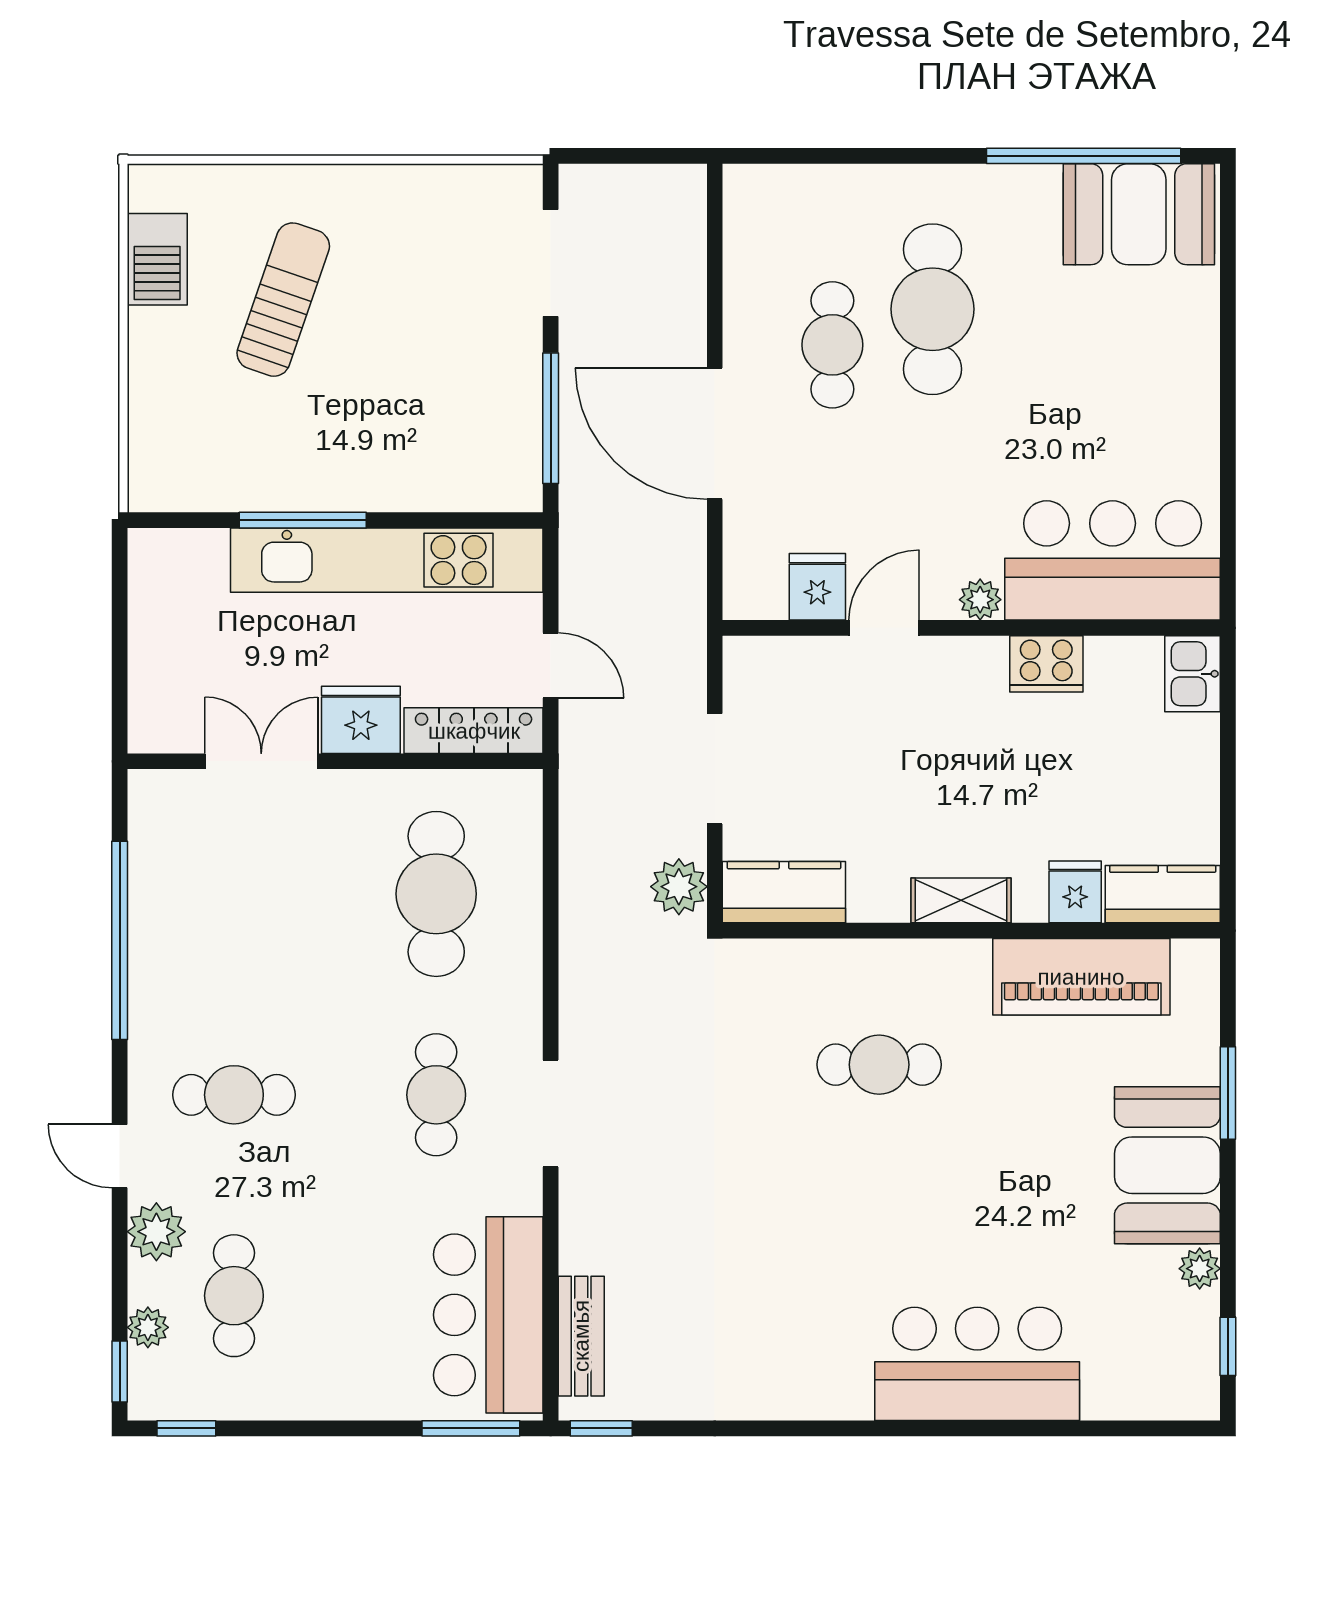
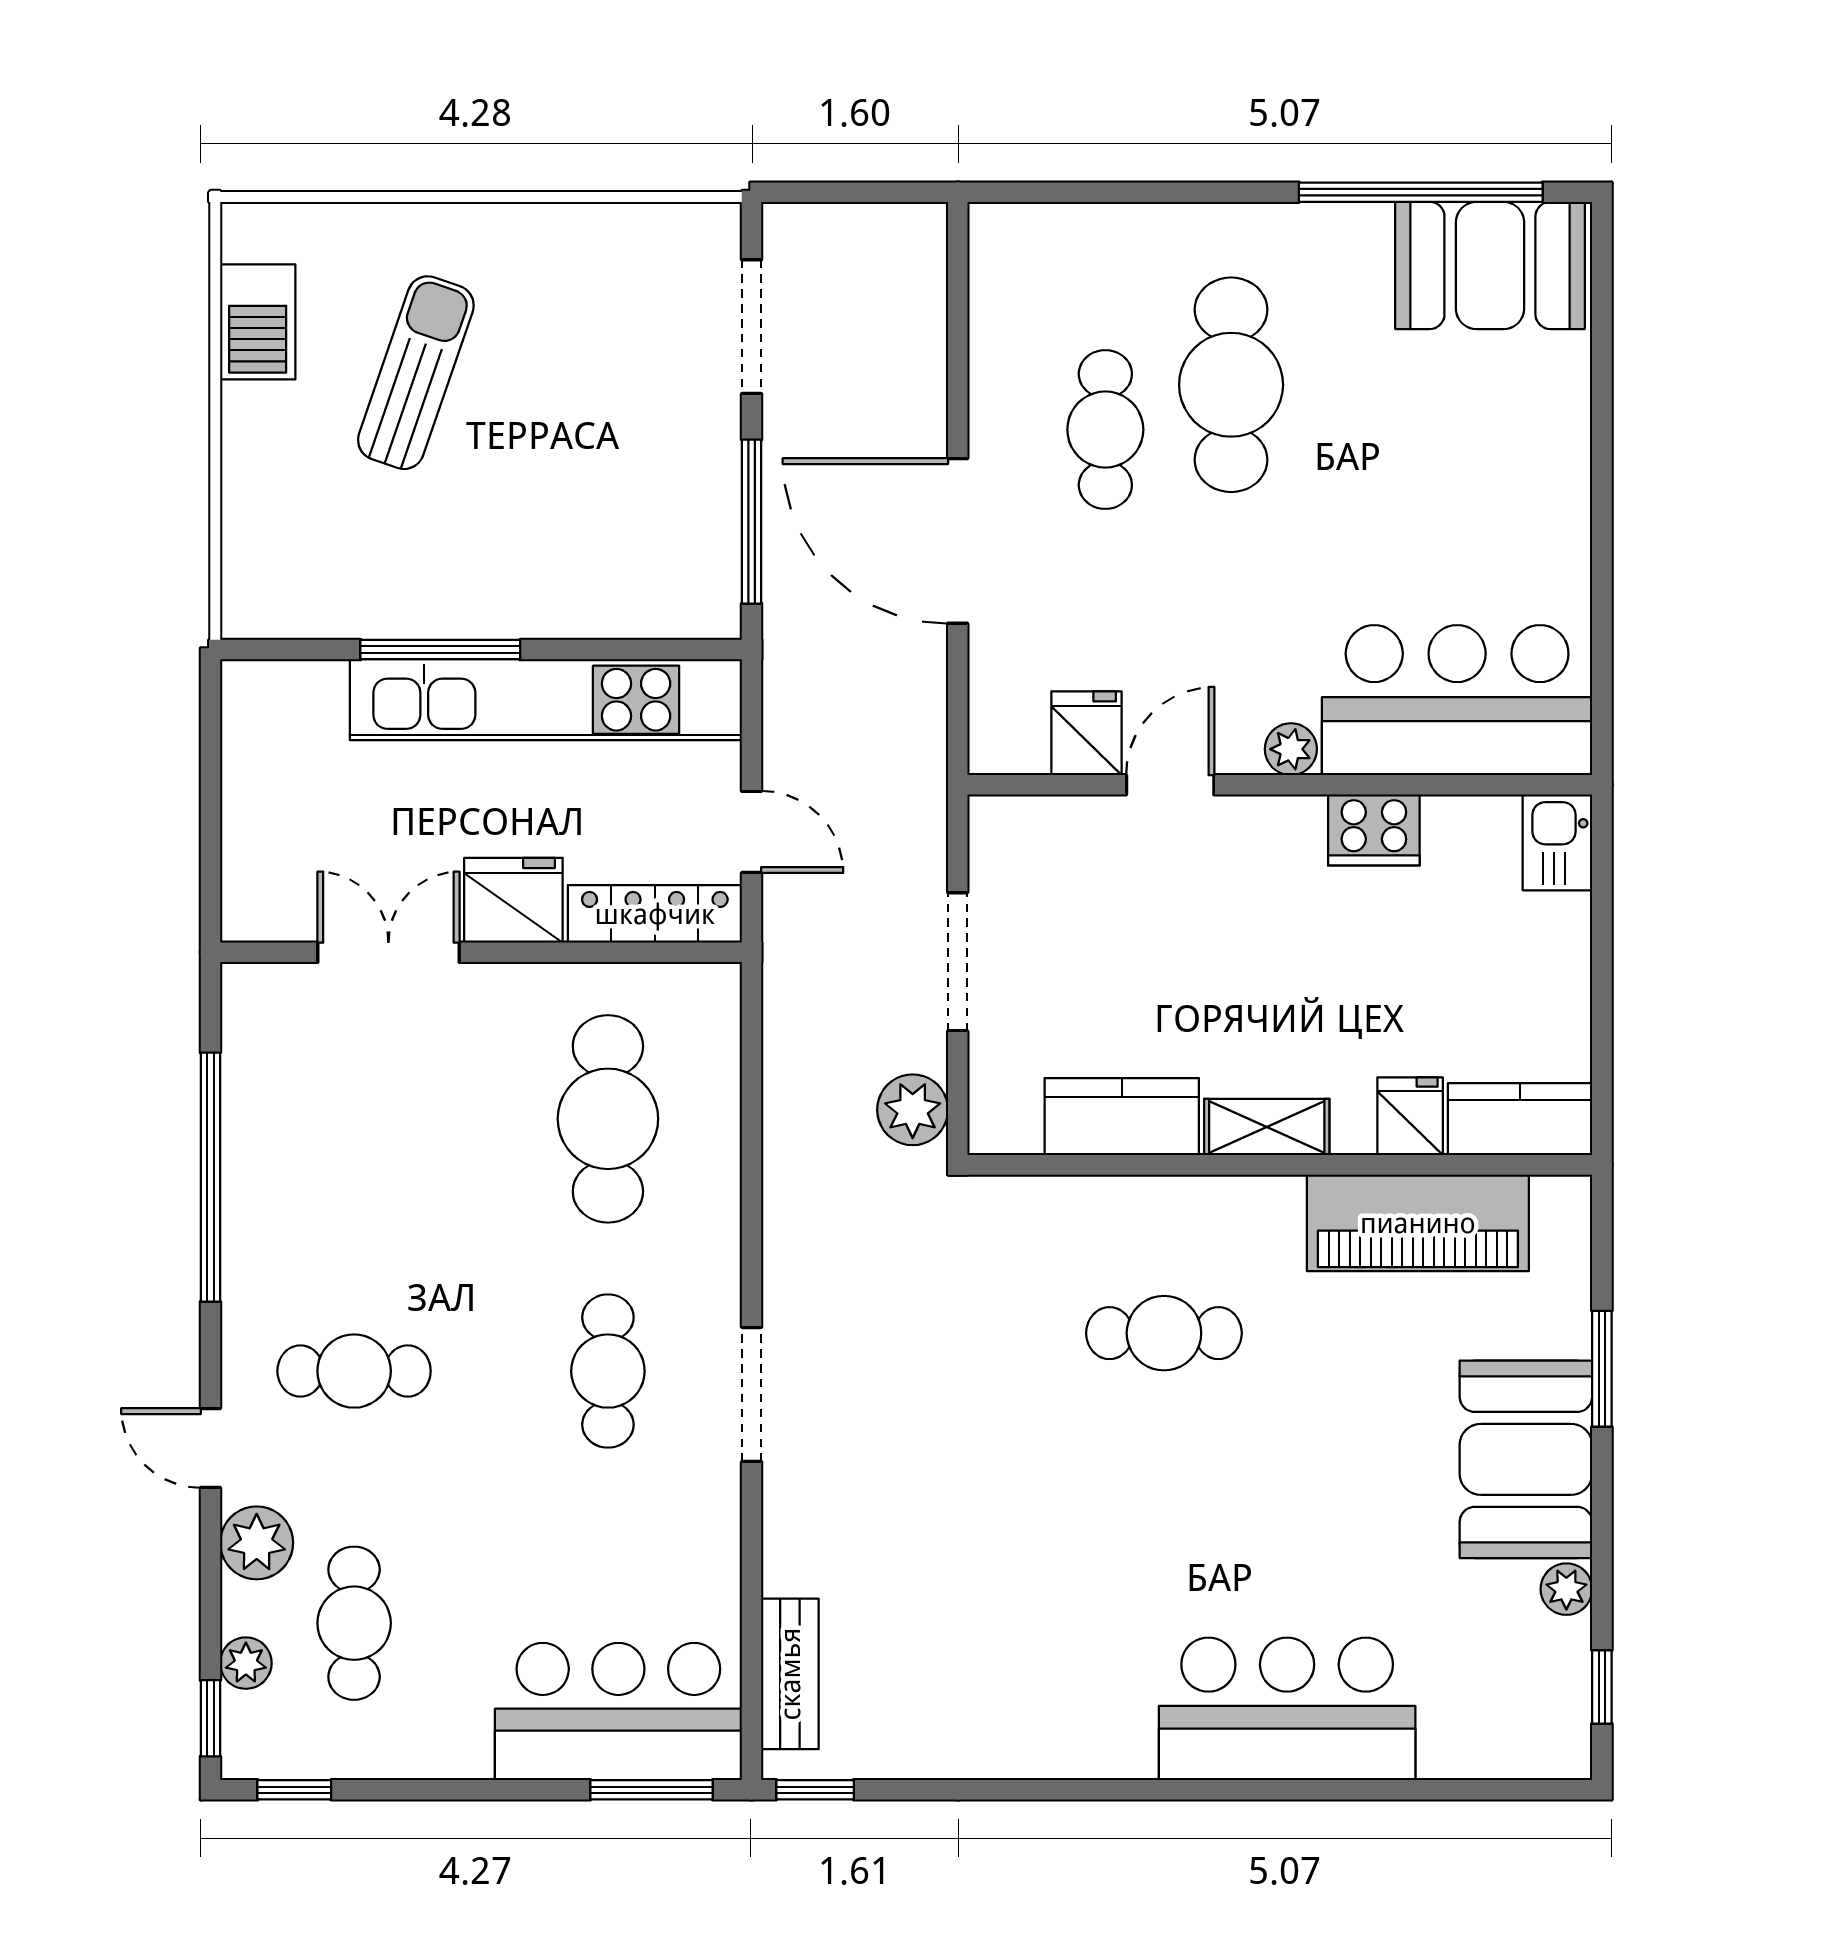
kitchen counter: (784, 892) -> (1122, 1117), moved
bar counter: (488, 1315) -> (618, 1711), moved, turned 90

